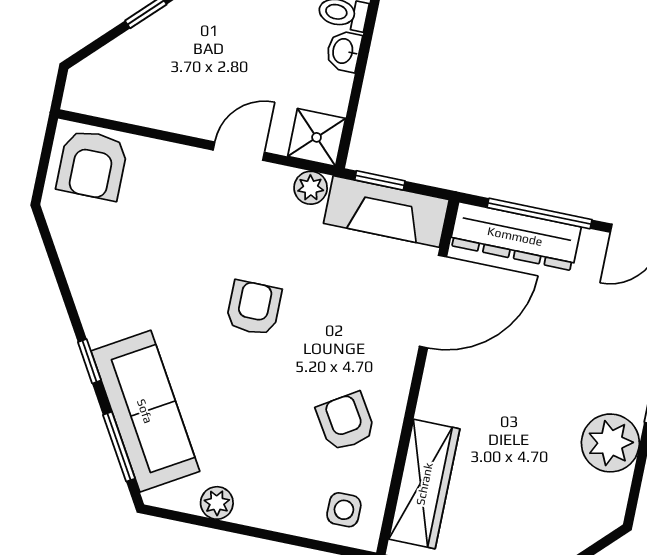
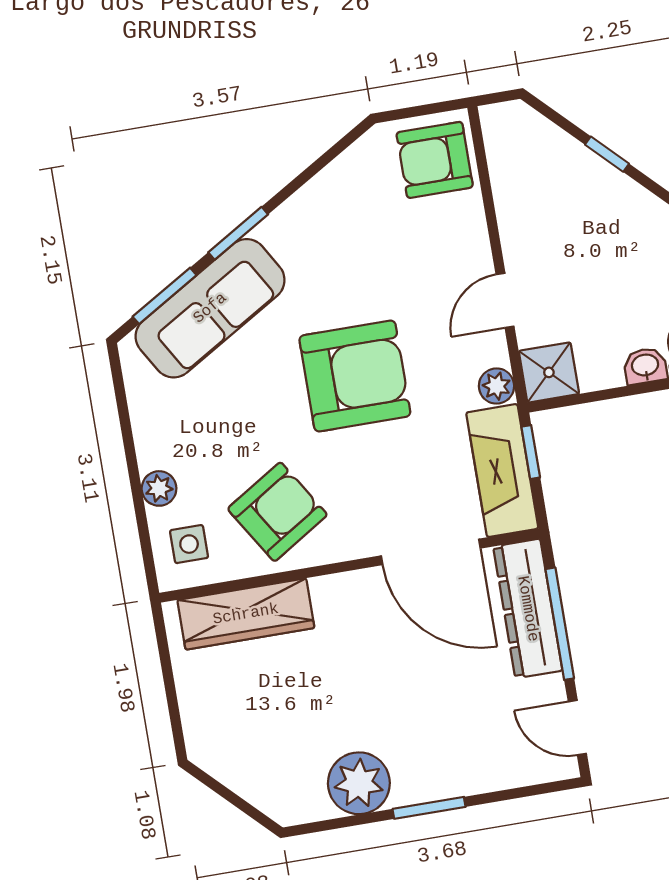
door: (239, 151) -> (505, 300), swing flipped
armchair: (254, 308) -> (355, 376), width x1.88, depth x1.88
window: (89, 361) -> (238, 233), width x1.50
armchair: (346, 422) -> (277, 512), width x1.38, depth x1.38
plant: (217, 503) -> (159, 488), moved

